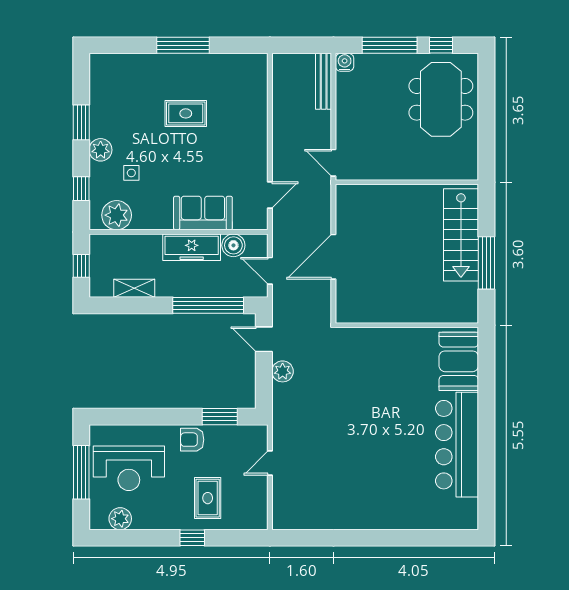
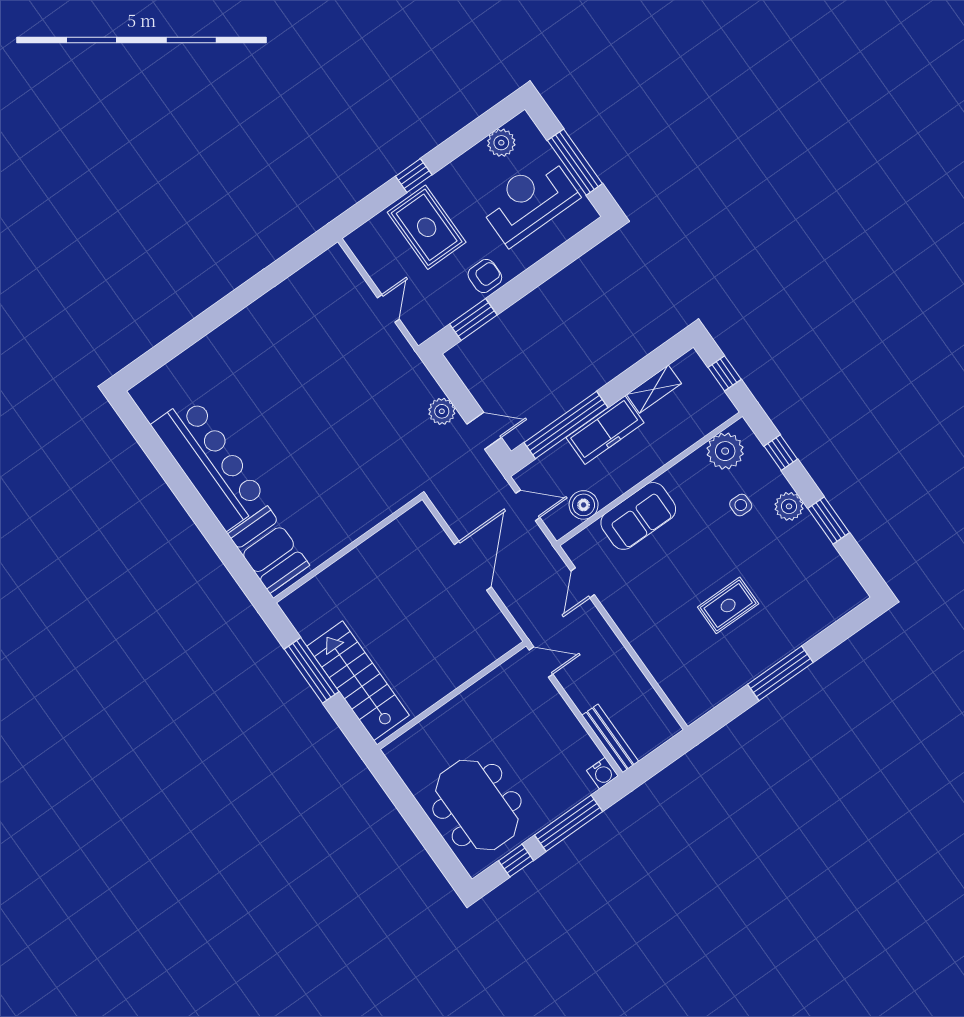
freezer: (192, 247) -> (605, 430), moved, turned 180
rug: (208, 498) -> (427, 227), width x1.36, depth x1.43

